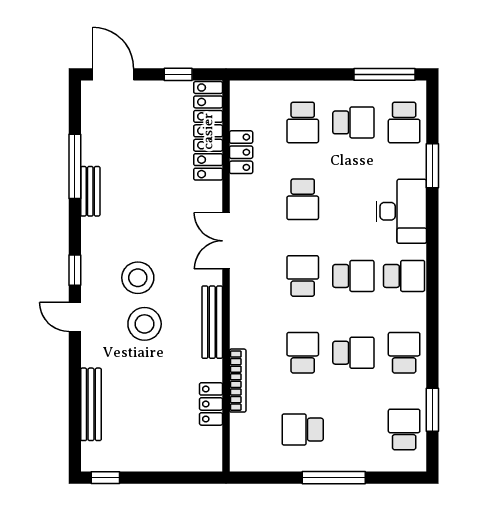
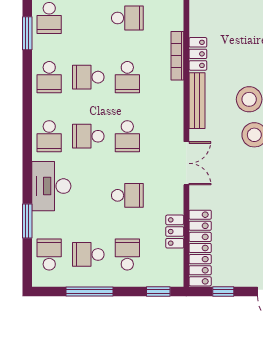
window: (262, 74) -> (158, 292), added
window: (385, 74) -> (89, 292), moved
school desk: (303, 199) -> (127, 195), turned 90
school desk: (404, 276) -> (49, 136), turned -90
locker: (211, 404) -> (198, 54), moved

